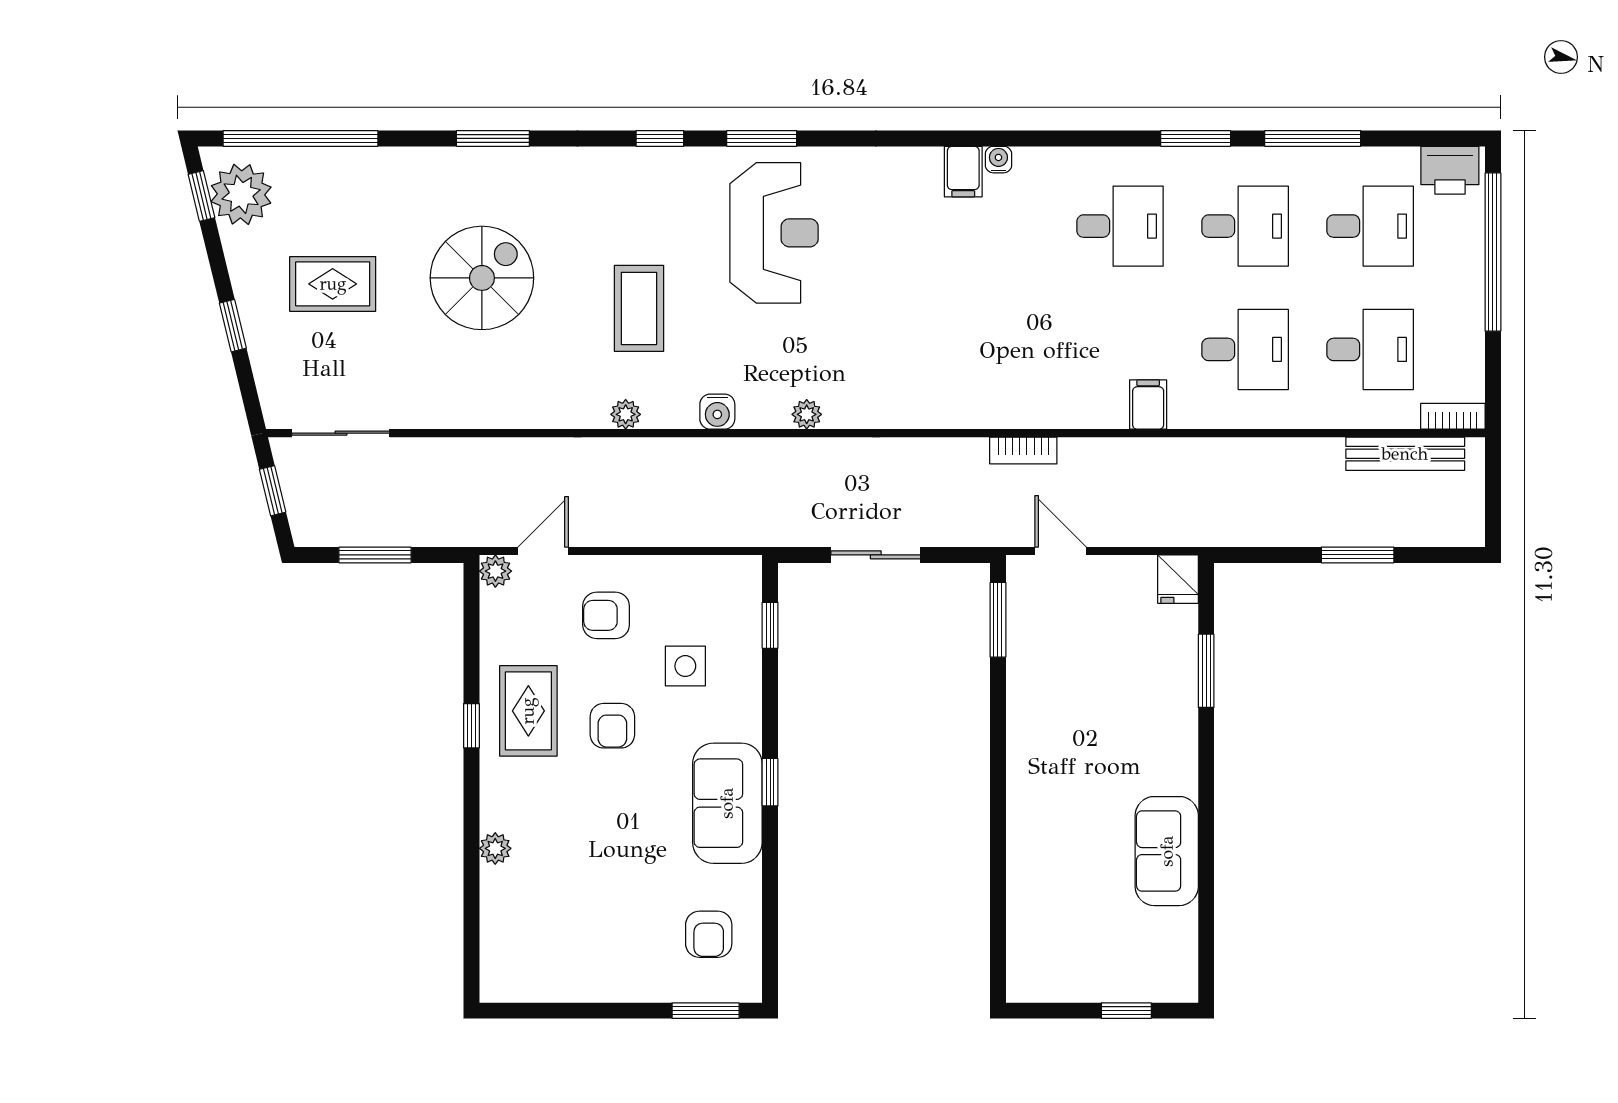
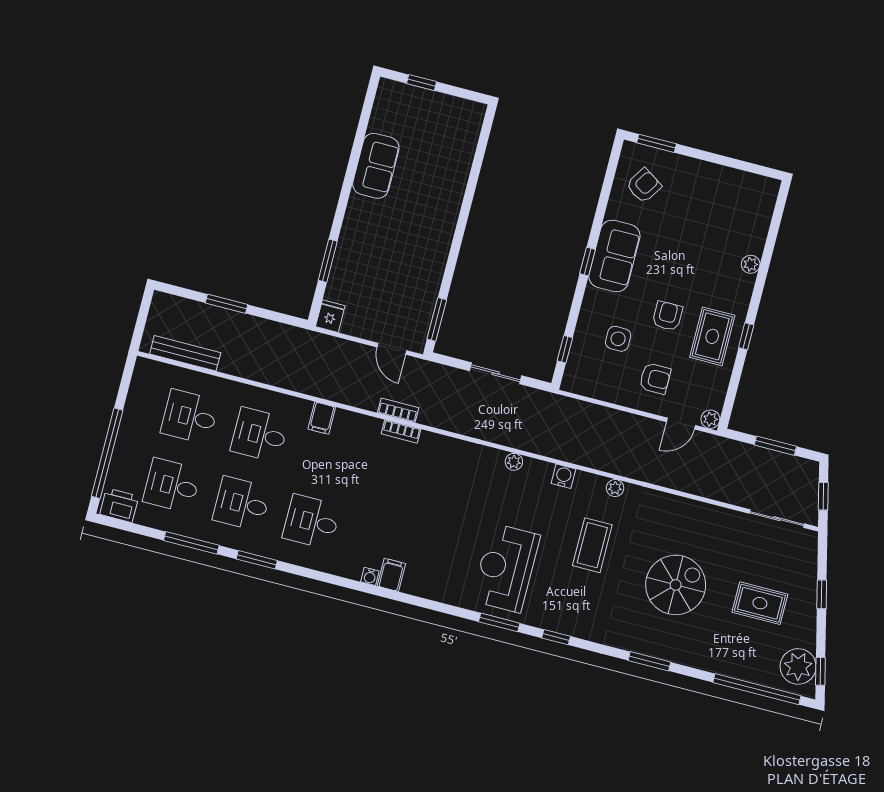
spiral stairs: (482, 278) -> (676, 585), turned 180
bookcase: (1453, 416) -> (401, 431), moved
armchair: (709, 934) -> (644, 186), turned 33

